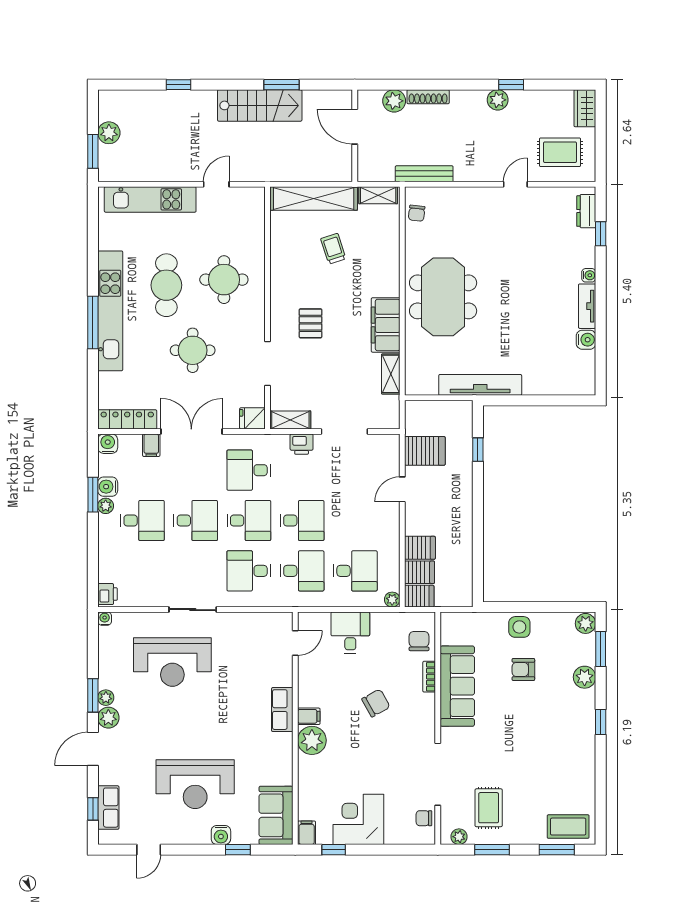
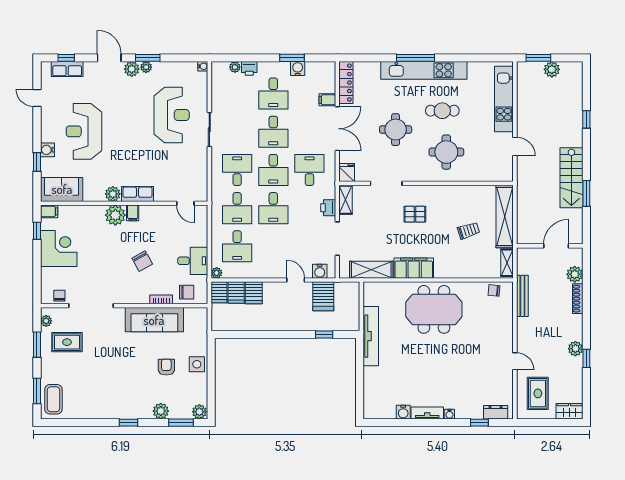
cafe table: (166, 285) -> (442, 111), width x0.73, depth x0.74
shelving: (391, 374) -> (371, 270), width x1.50, depth x1.33
water cooler: (108, 444) -> (320, 271), moved, turned 90
plant: (106, 506) -> (235, 67), moved
printer: (108, 594) -> (249, 68), moved
desk: (350, 633) -> (193, 261), moved
reception desk: (172, 662) -> (172, 115), turned 180
plant: (282, 744) -> (113, 194), added

